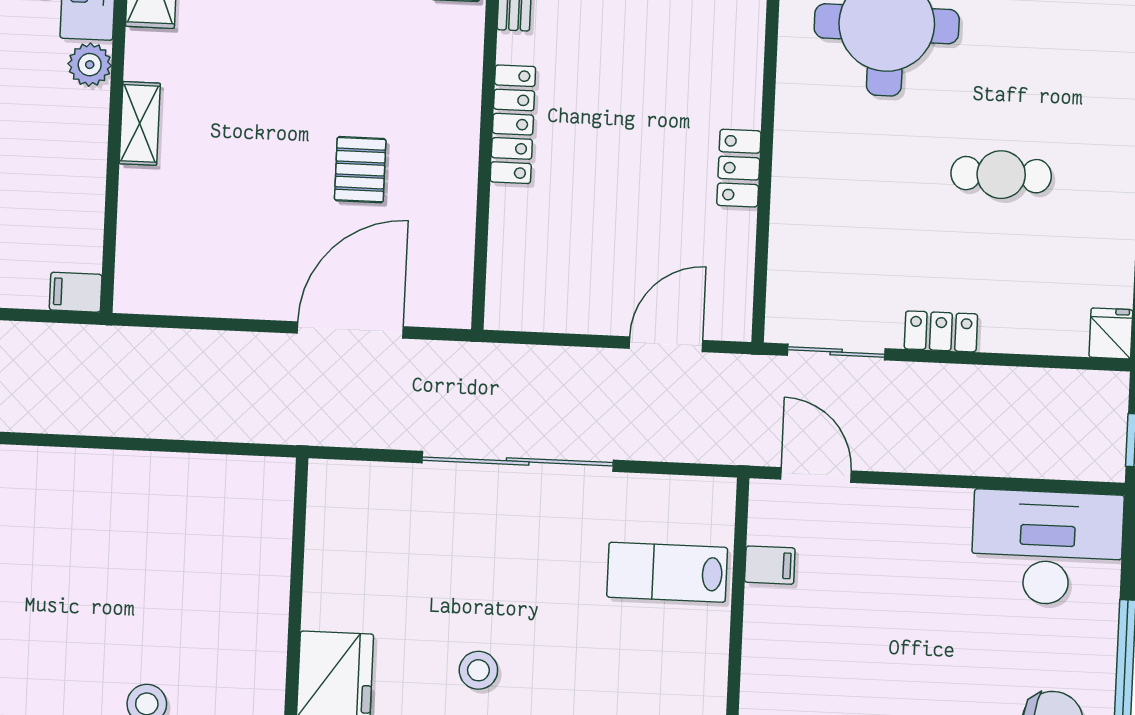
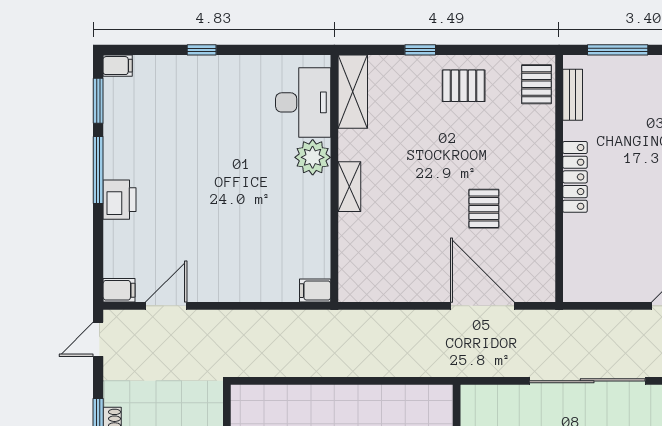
plant: (90, 65) -> (313, 157), width x1.36, depth x1.36
door: (350, 330) -> (482, 306), hinge flipped

